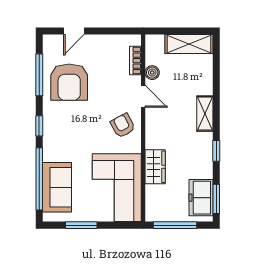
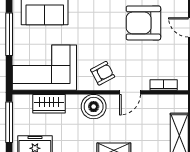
boiler: (152, 73) -> (94, 107), moved, width x1.86, depth x1.86
wardrobe: (155, 167) -> (49, 104), moved
window: (81, 225) -> (9, 34), width x1.44

